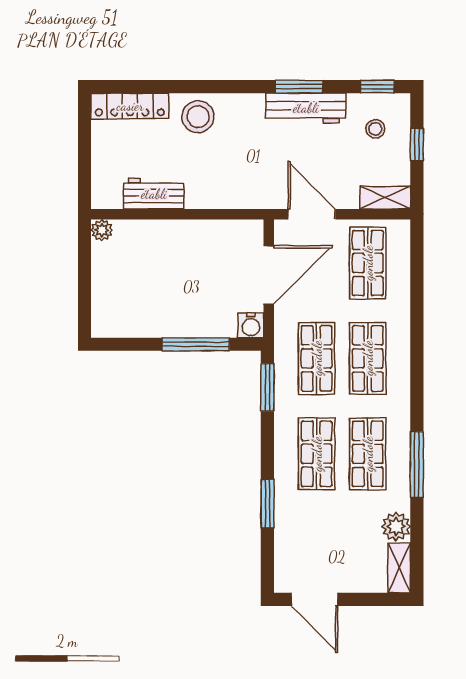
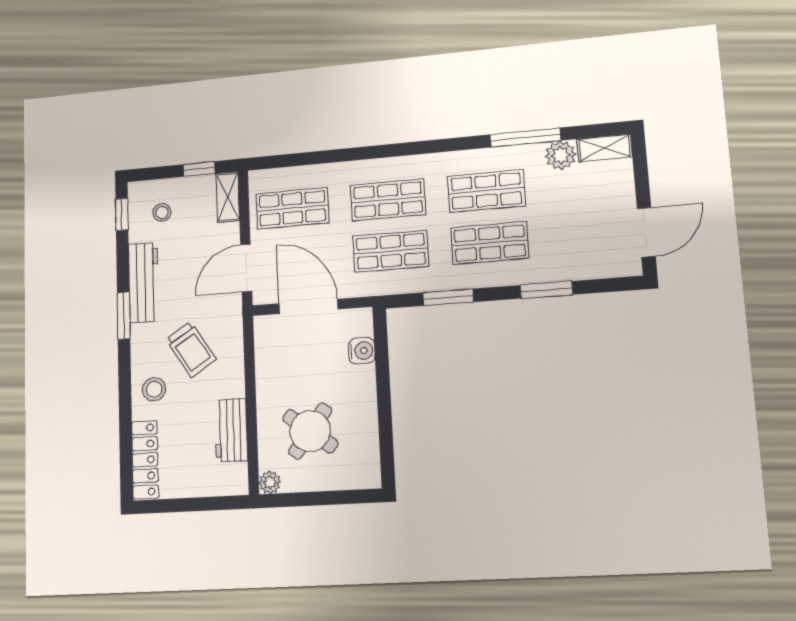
window: (299, 87) -> (124, 316), moved
stool: (198, 117) -> (154, 389), width x0.73, depth x0.73
window: (417, 145) -> (199, 169), moved
trolley: (235, 156) -> (191, 349), added
round table: (148, 271) -> (310, 431), added
water cooler: (251, 325) -> (362, 351), moved
window: (196, 344) -> (383, 376), removed
window: (267, 387) -> (448, 297), moved
window: (417, 465) -> (525, 138), moved

